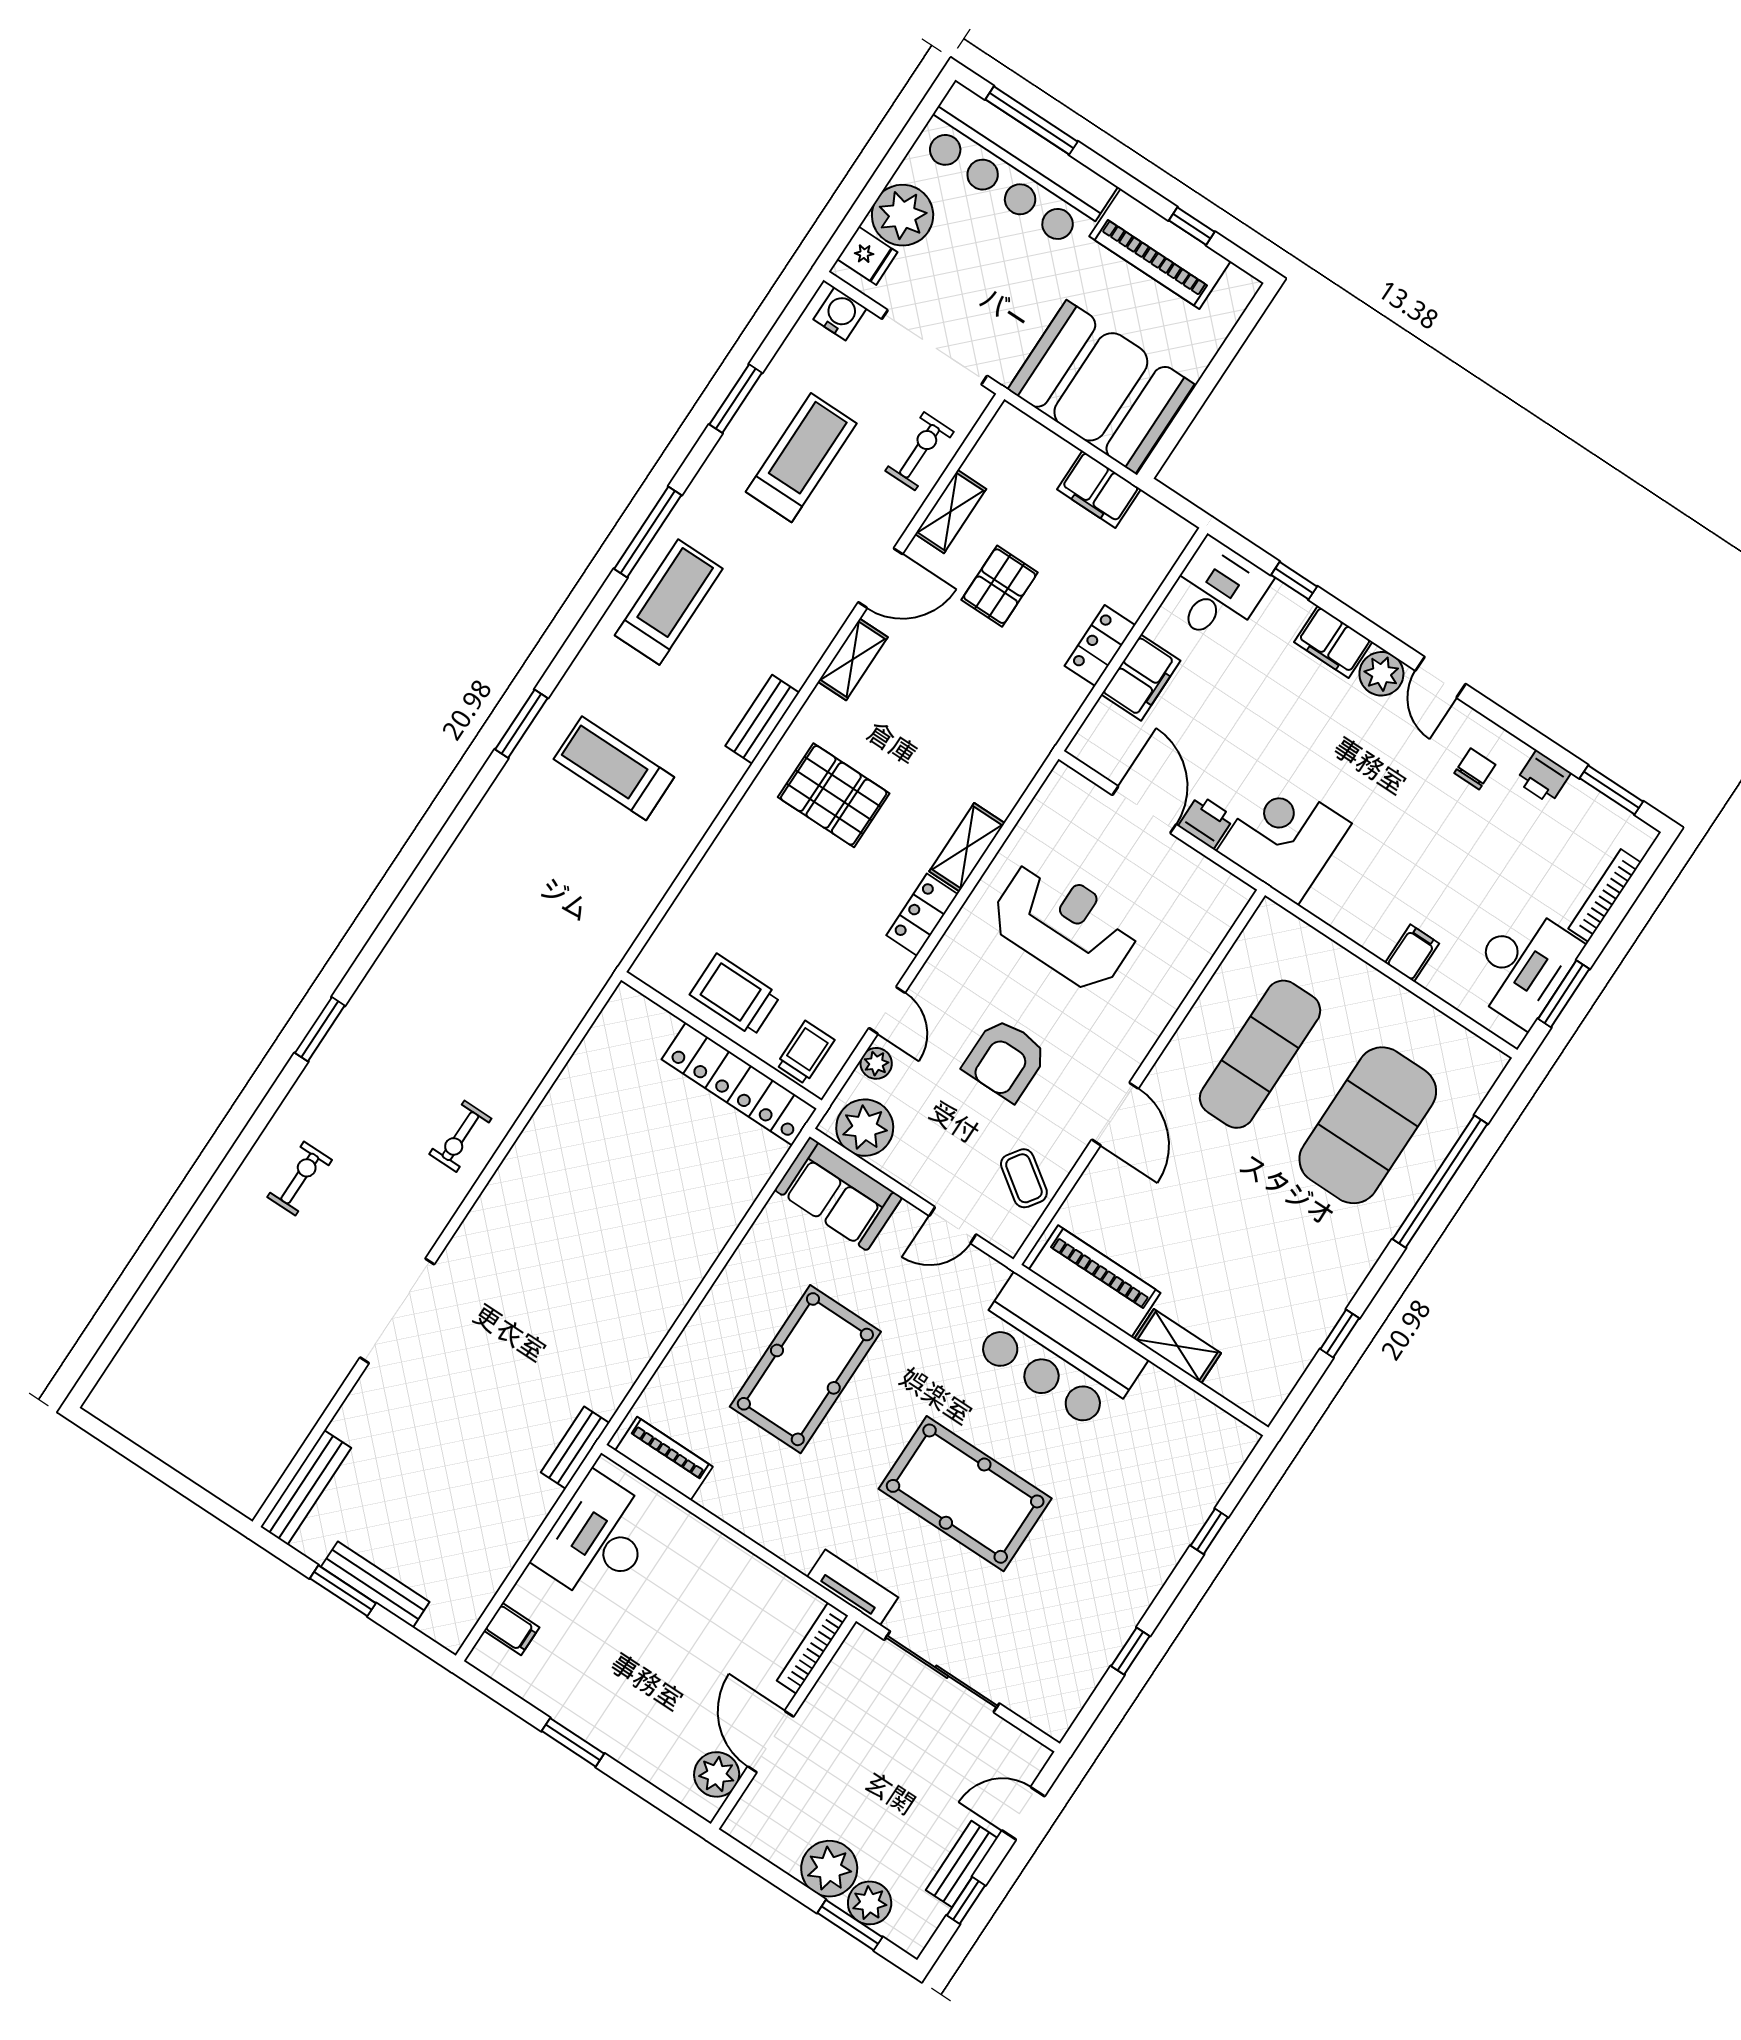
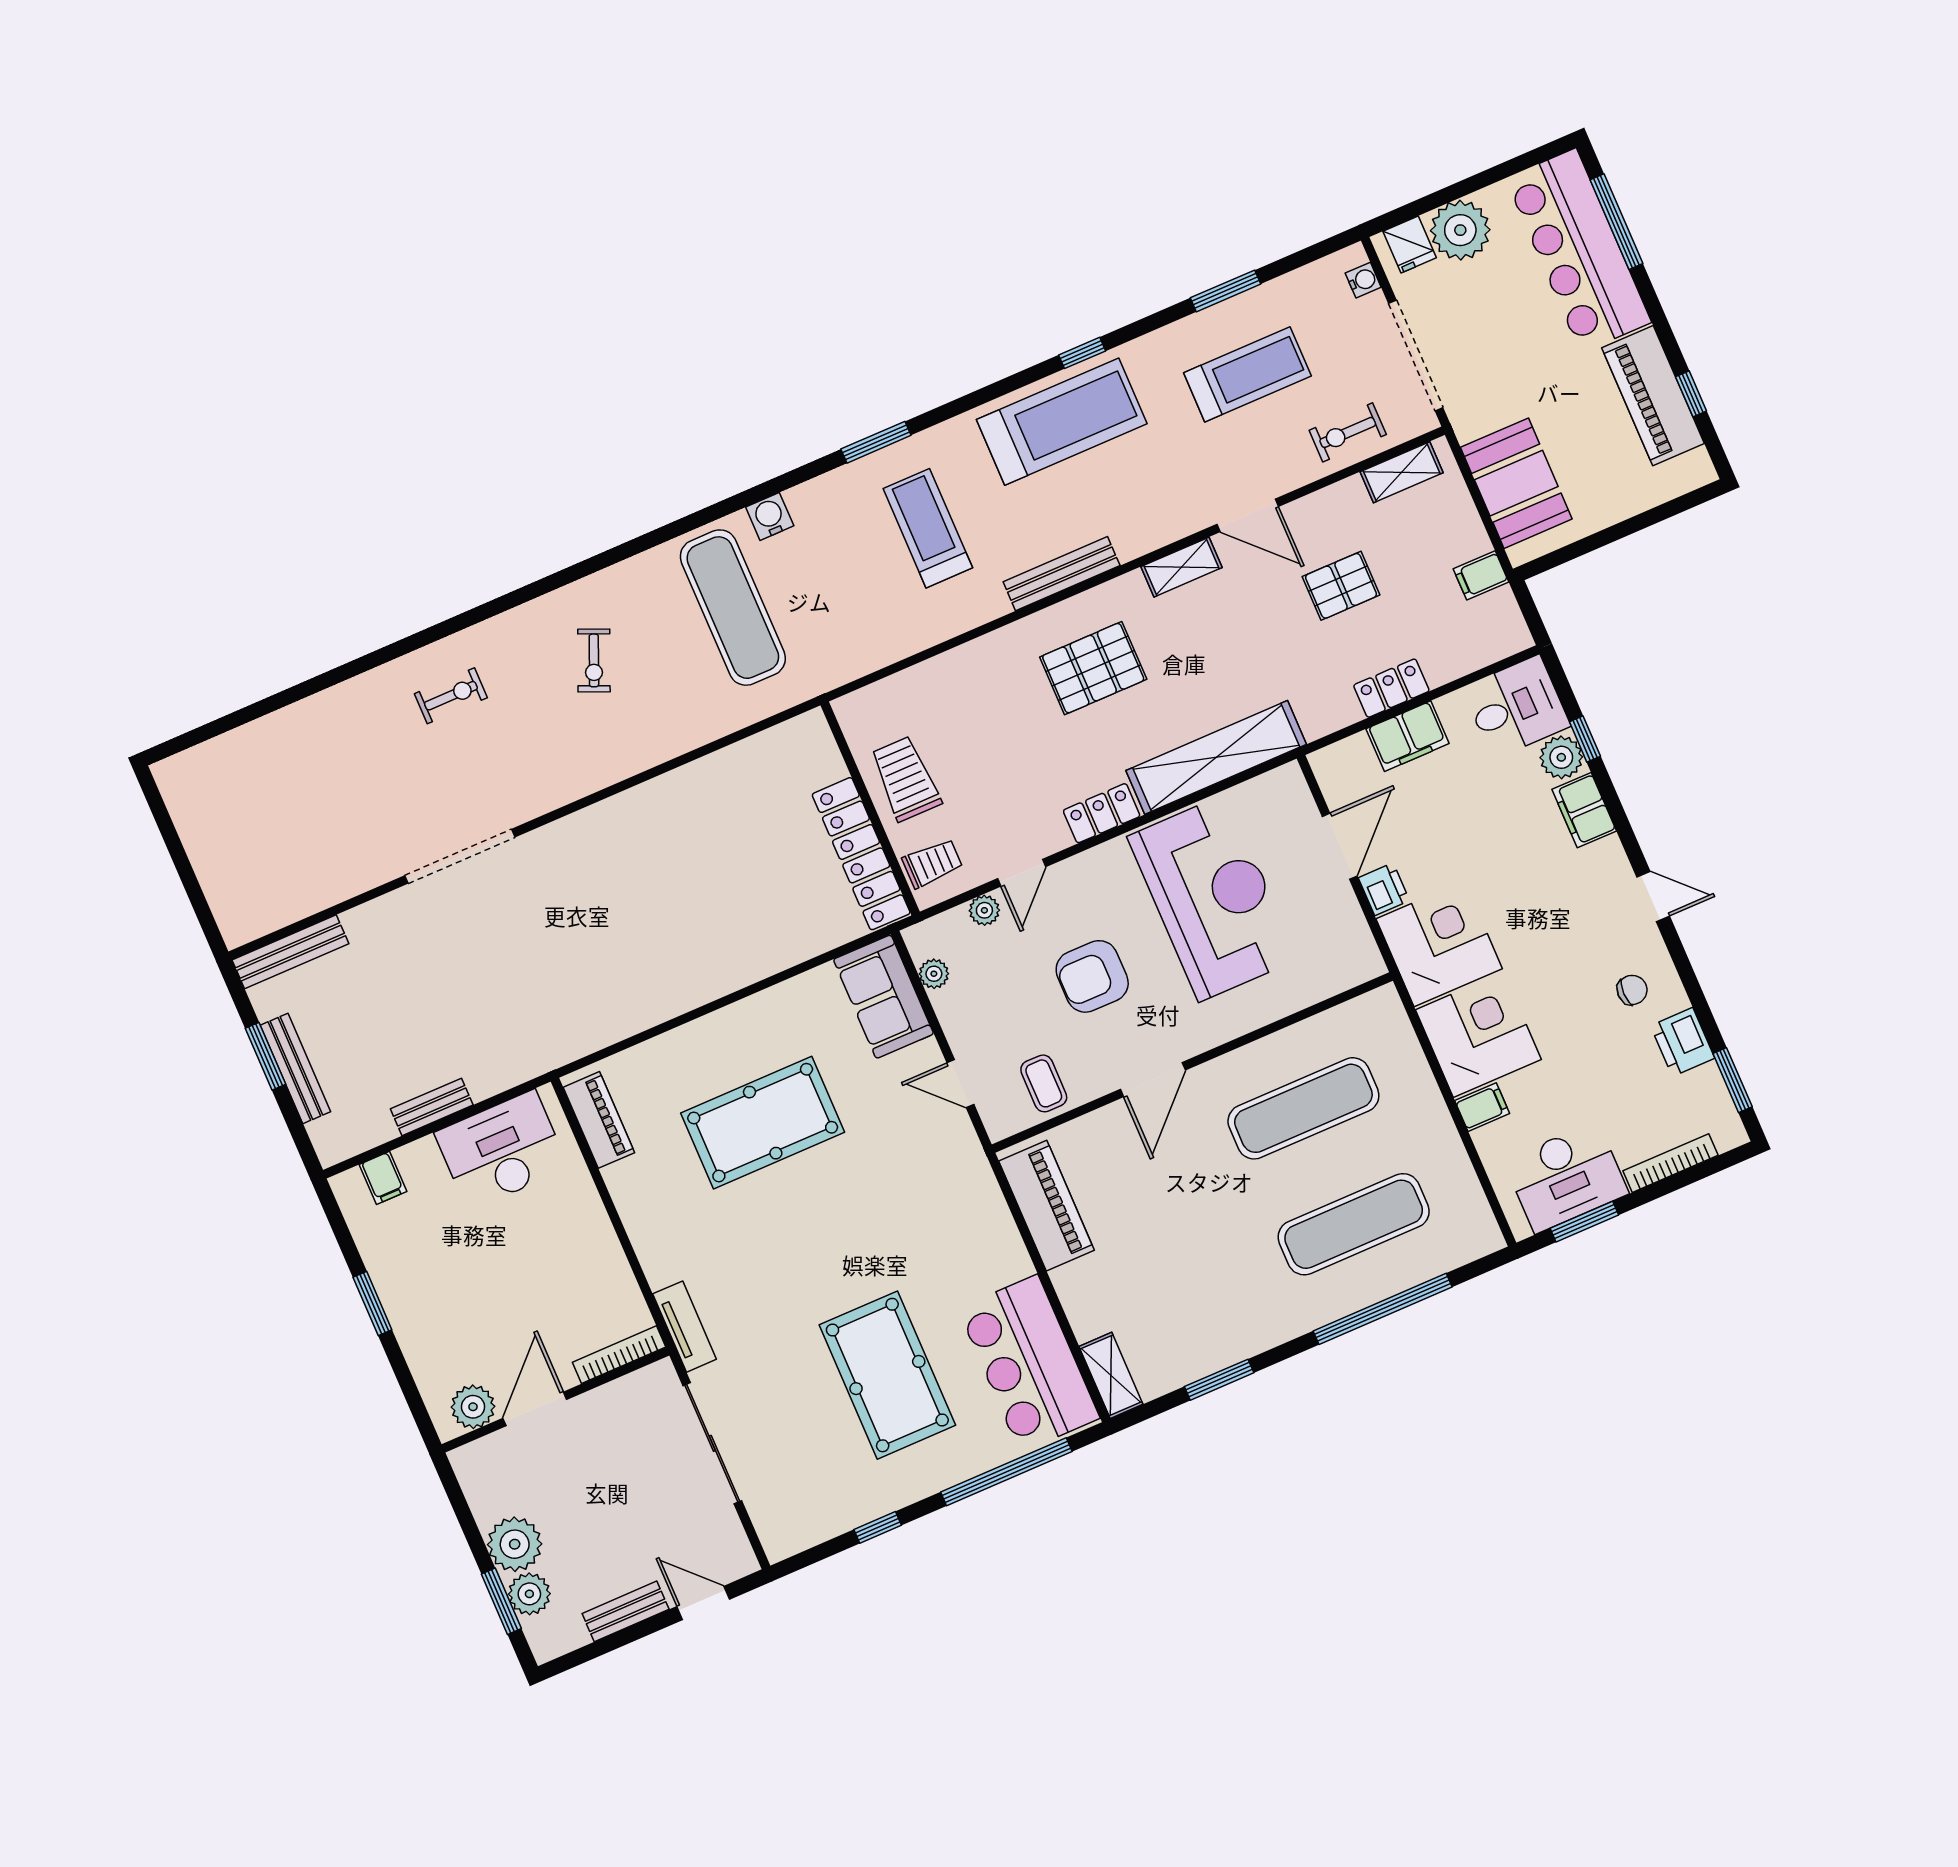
water cooler: (840, 314) -> (1363, 280), width x0.72, depth x0.72
booth: (1101, 387) -> (1516, 483), width x0.73, depth x0.70
exercise bike: (919, 451) -> (1348, 432), turned 180
filing cabinet: (1099, 489) -> (1481, 575), width x0.50
shelving: (951, 512) -> (1402, 472), moved
window: (648, 532) -> (1082, 353), width x0.46
treadmill: (669, 602) -> (1062, 422), width x1.37, depth x1.38
plant: (1381, 674) -> (1561, 757), moved
door: (1441, 677) -> (1653, 897), swing flipped
bench: (762, 719) -> (1062, 574), width x1.36
printer: (1543, 777) -> (1683, 1042), width x1.36, depth x1.24
pallet: (834, 795) -> (1093, 668), turned 90
water cooler: (472, 847) -> (770, 516), added
shelving: (967, 847) -> (1216, 757), width x2.20, depth x1.33
corner desk: (1368, 893) -> (1478, 1035), added
reception desk: (1064, 925) -> (1213, 898), width x1.36, depth x1.30
exercise mat: (492, 945) -> (733, 608), added
window: (320, 1029) -> (547, 584), removed
exercise mat: (1368, 1125) -> (1354, 1224), width x0.68
plant: (865, 1128) -> (934, 974), width x0.53, depth x0.53
exercise bike: (460, 1136) -> (594, 660), moved, turned -67
coffee table: (1024, 1178) -> (1044, 1083), turned -35
window: (1340, 1334) -> (1219, 1380), width x1.50
shelving: (1177, 1346) -> (1111, 1375), moved
bar counter: (1057, 1353) -> (1029, 1363), moved
bench: (575, 1448) -> (432, 1107), moved
pool table: (965, 1494) -> (887, 1375), moved
window: (1209, 1531) -> (1006, 1472), width x3.17
window: (966, 1900) -> (610, 1643), removed

